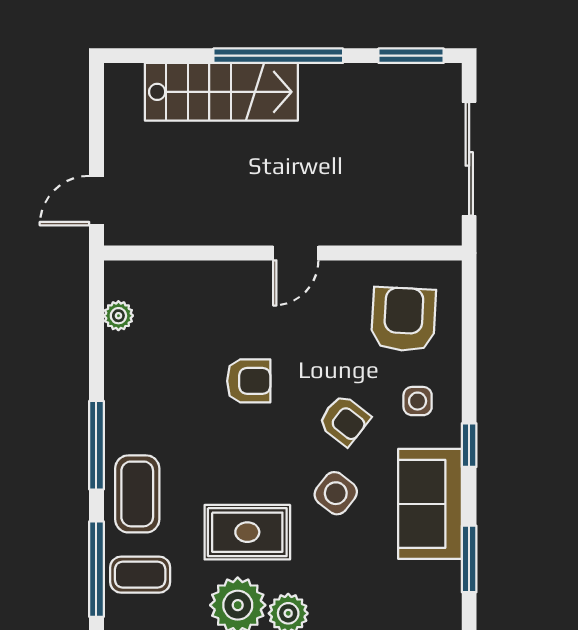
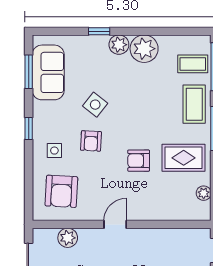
plant: (391, 226) -> (68, 238), added
armchair: (344, 420) -> (91, 141), turned -125
sofa: (430, 504) -> (48, 72), moved
rug: (247, 532) -> (184, 158), moved

